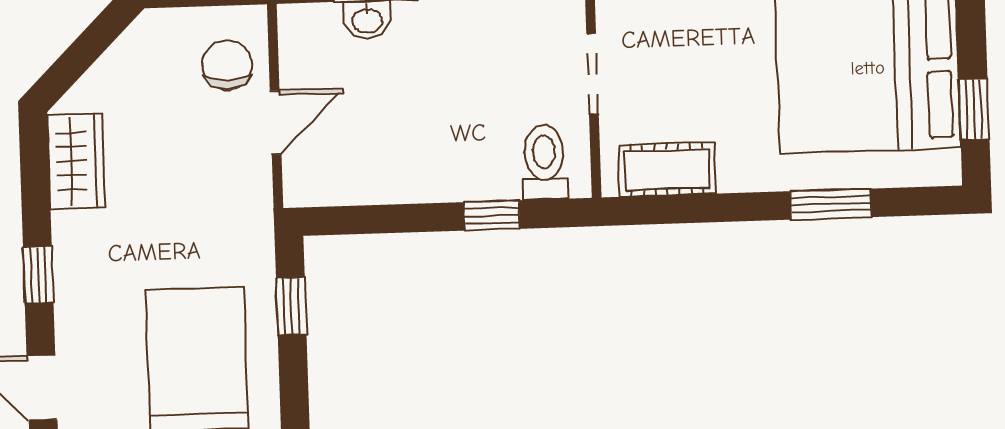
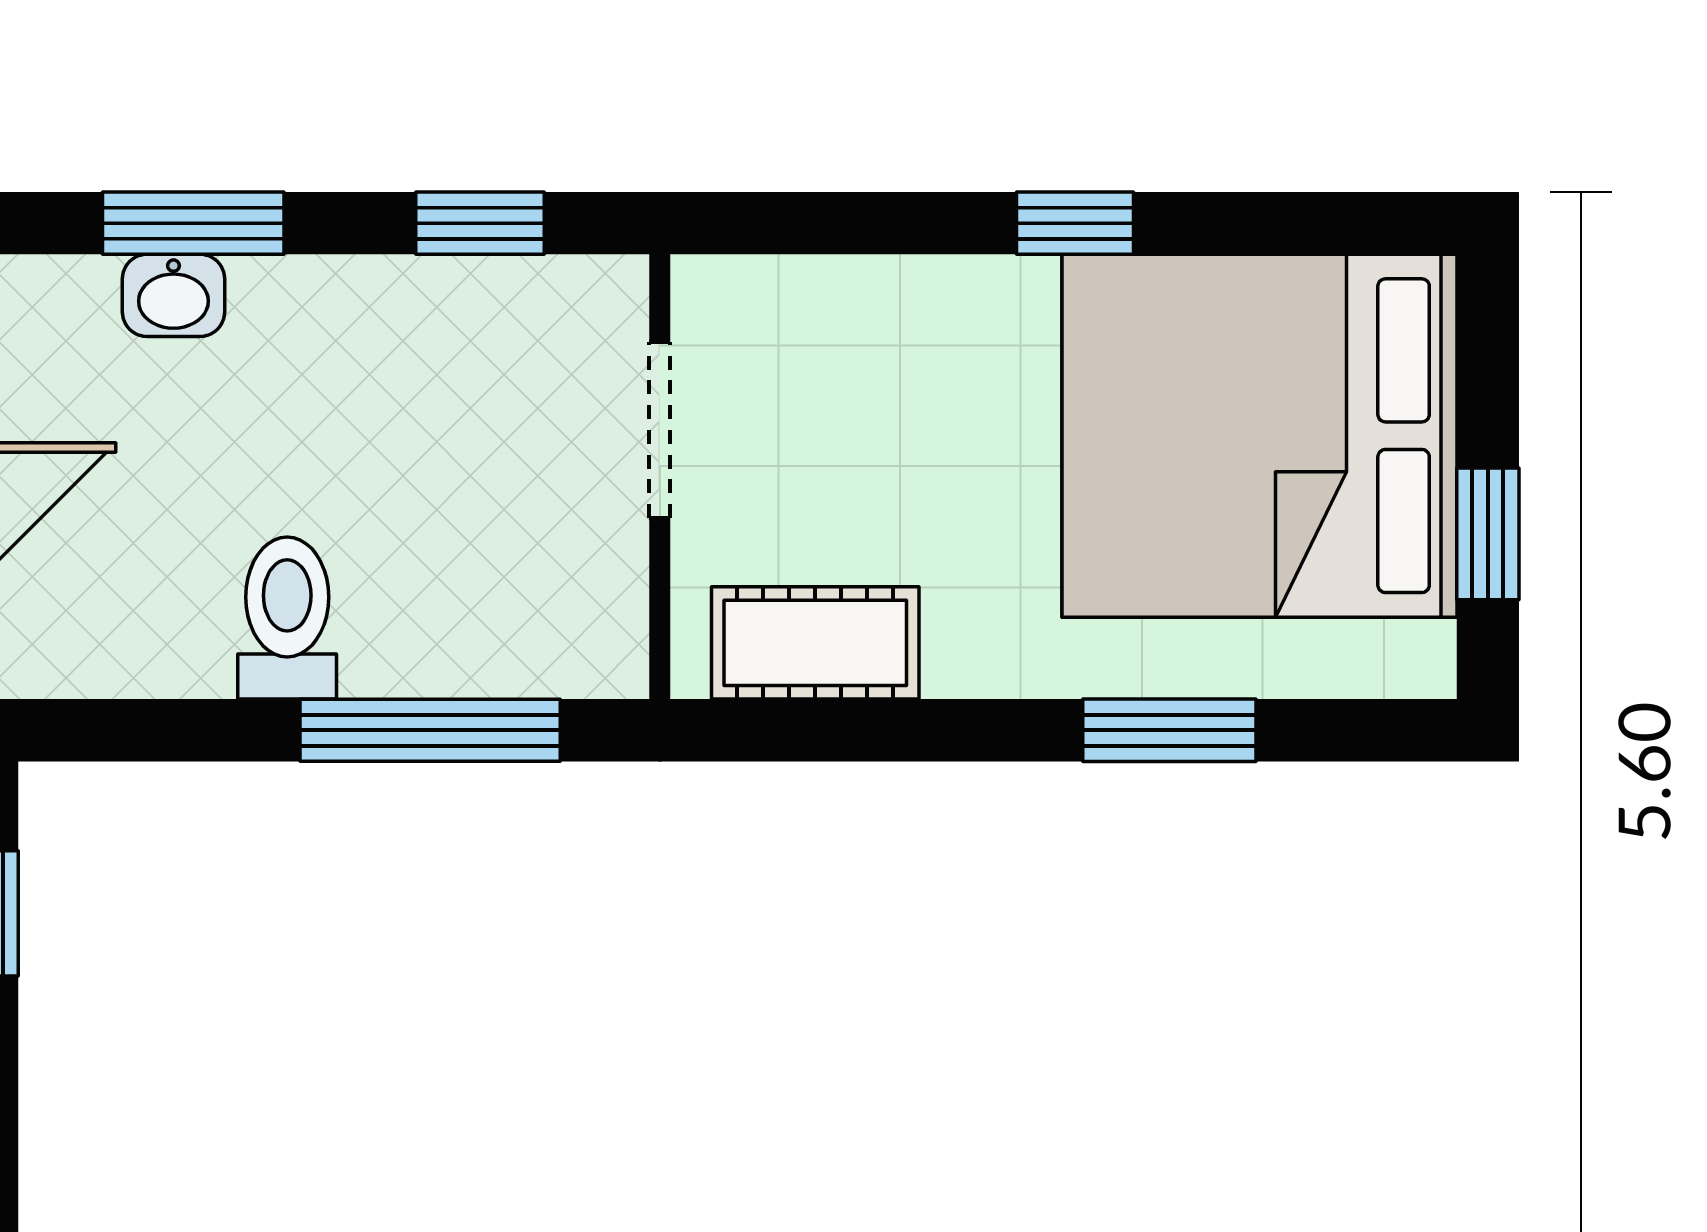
toilet: (544, 162) -> (287, 618), moved
window: (492, 215) -> (430, 730), width x2.17

